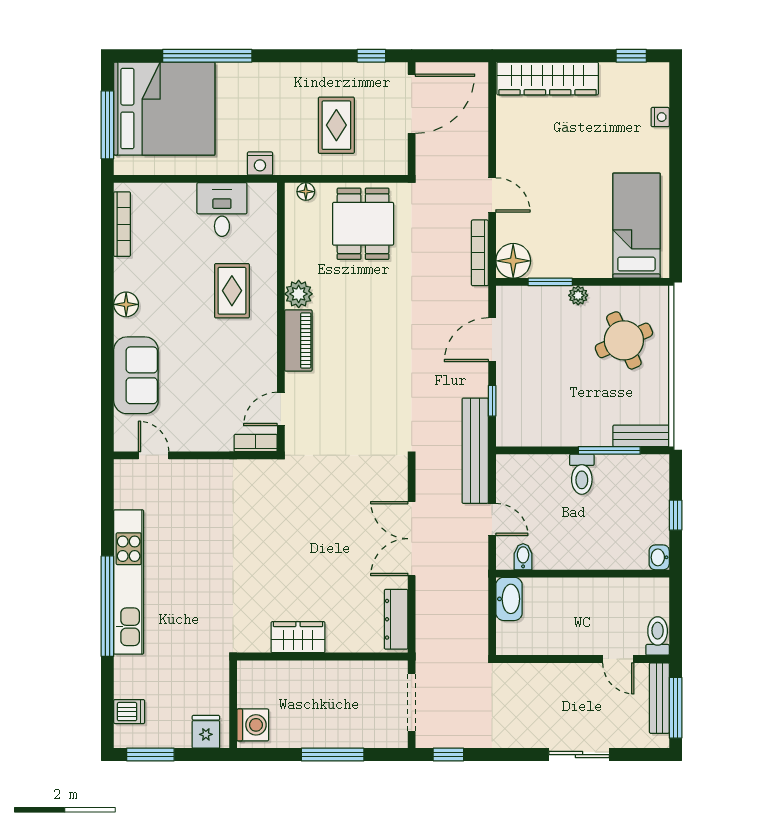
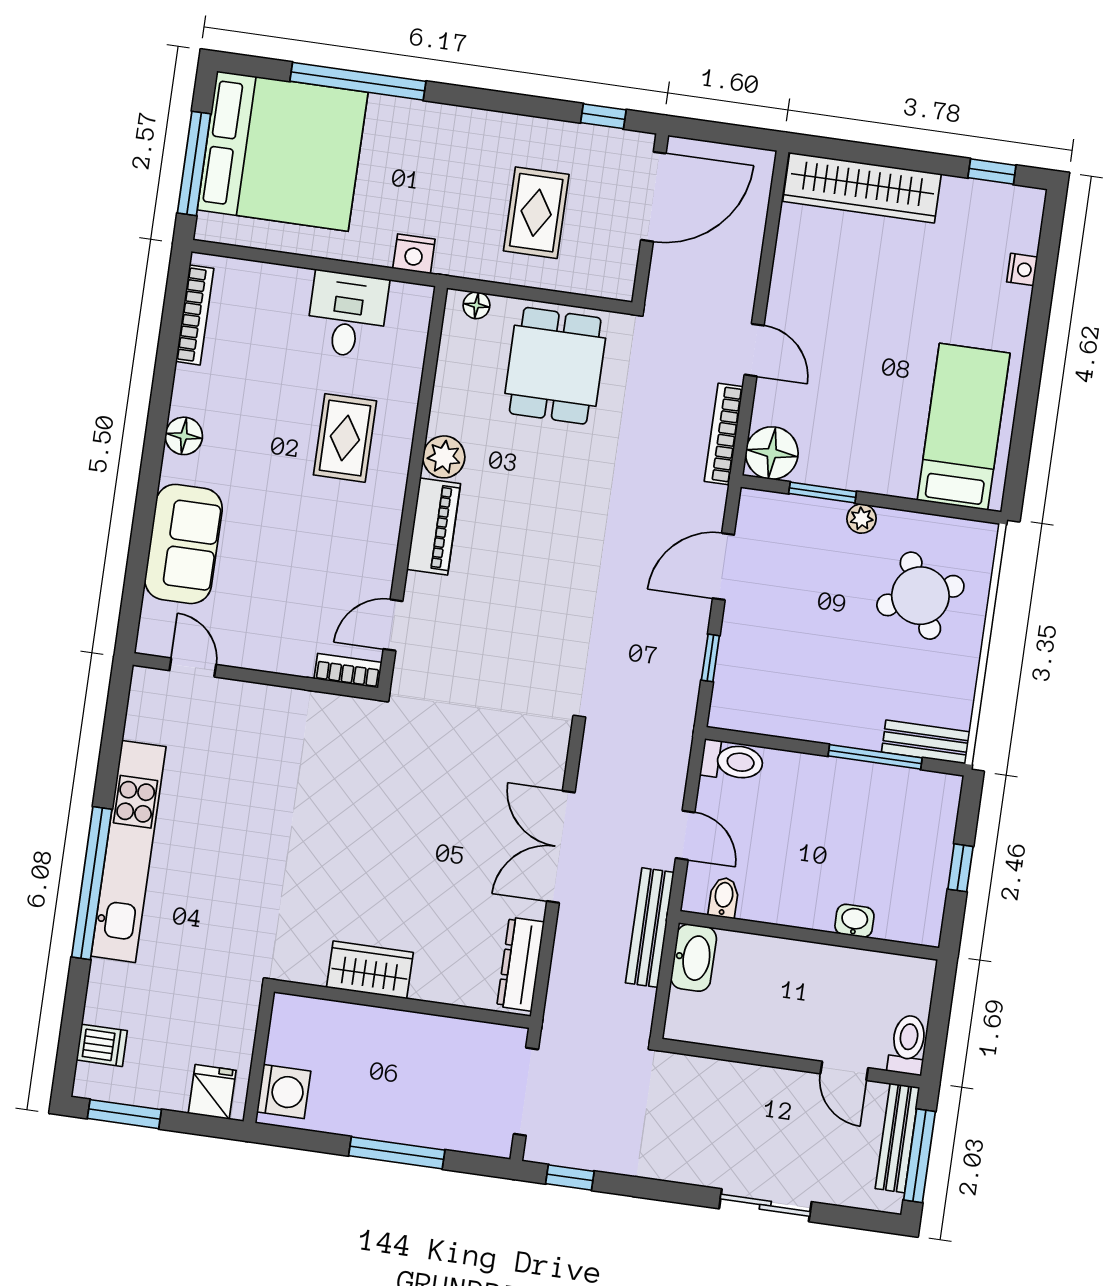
bench: (475, 451) -> (650, 928), moved, width x0.73, depth x0.82
toilet: (582, 474) -> (732, 761), moved, turned -90
washbasin: (659, 557) -> (854, 921), moved, turned 90

